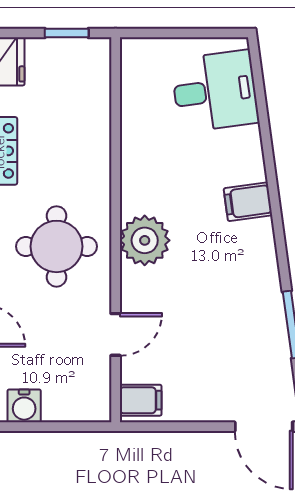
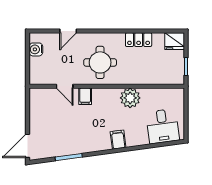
plant: (145, 240) -> (130, 98), moved
filing cabinet: (141, 400) -> (85, 96), moved

